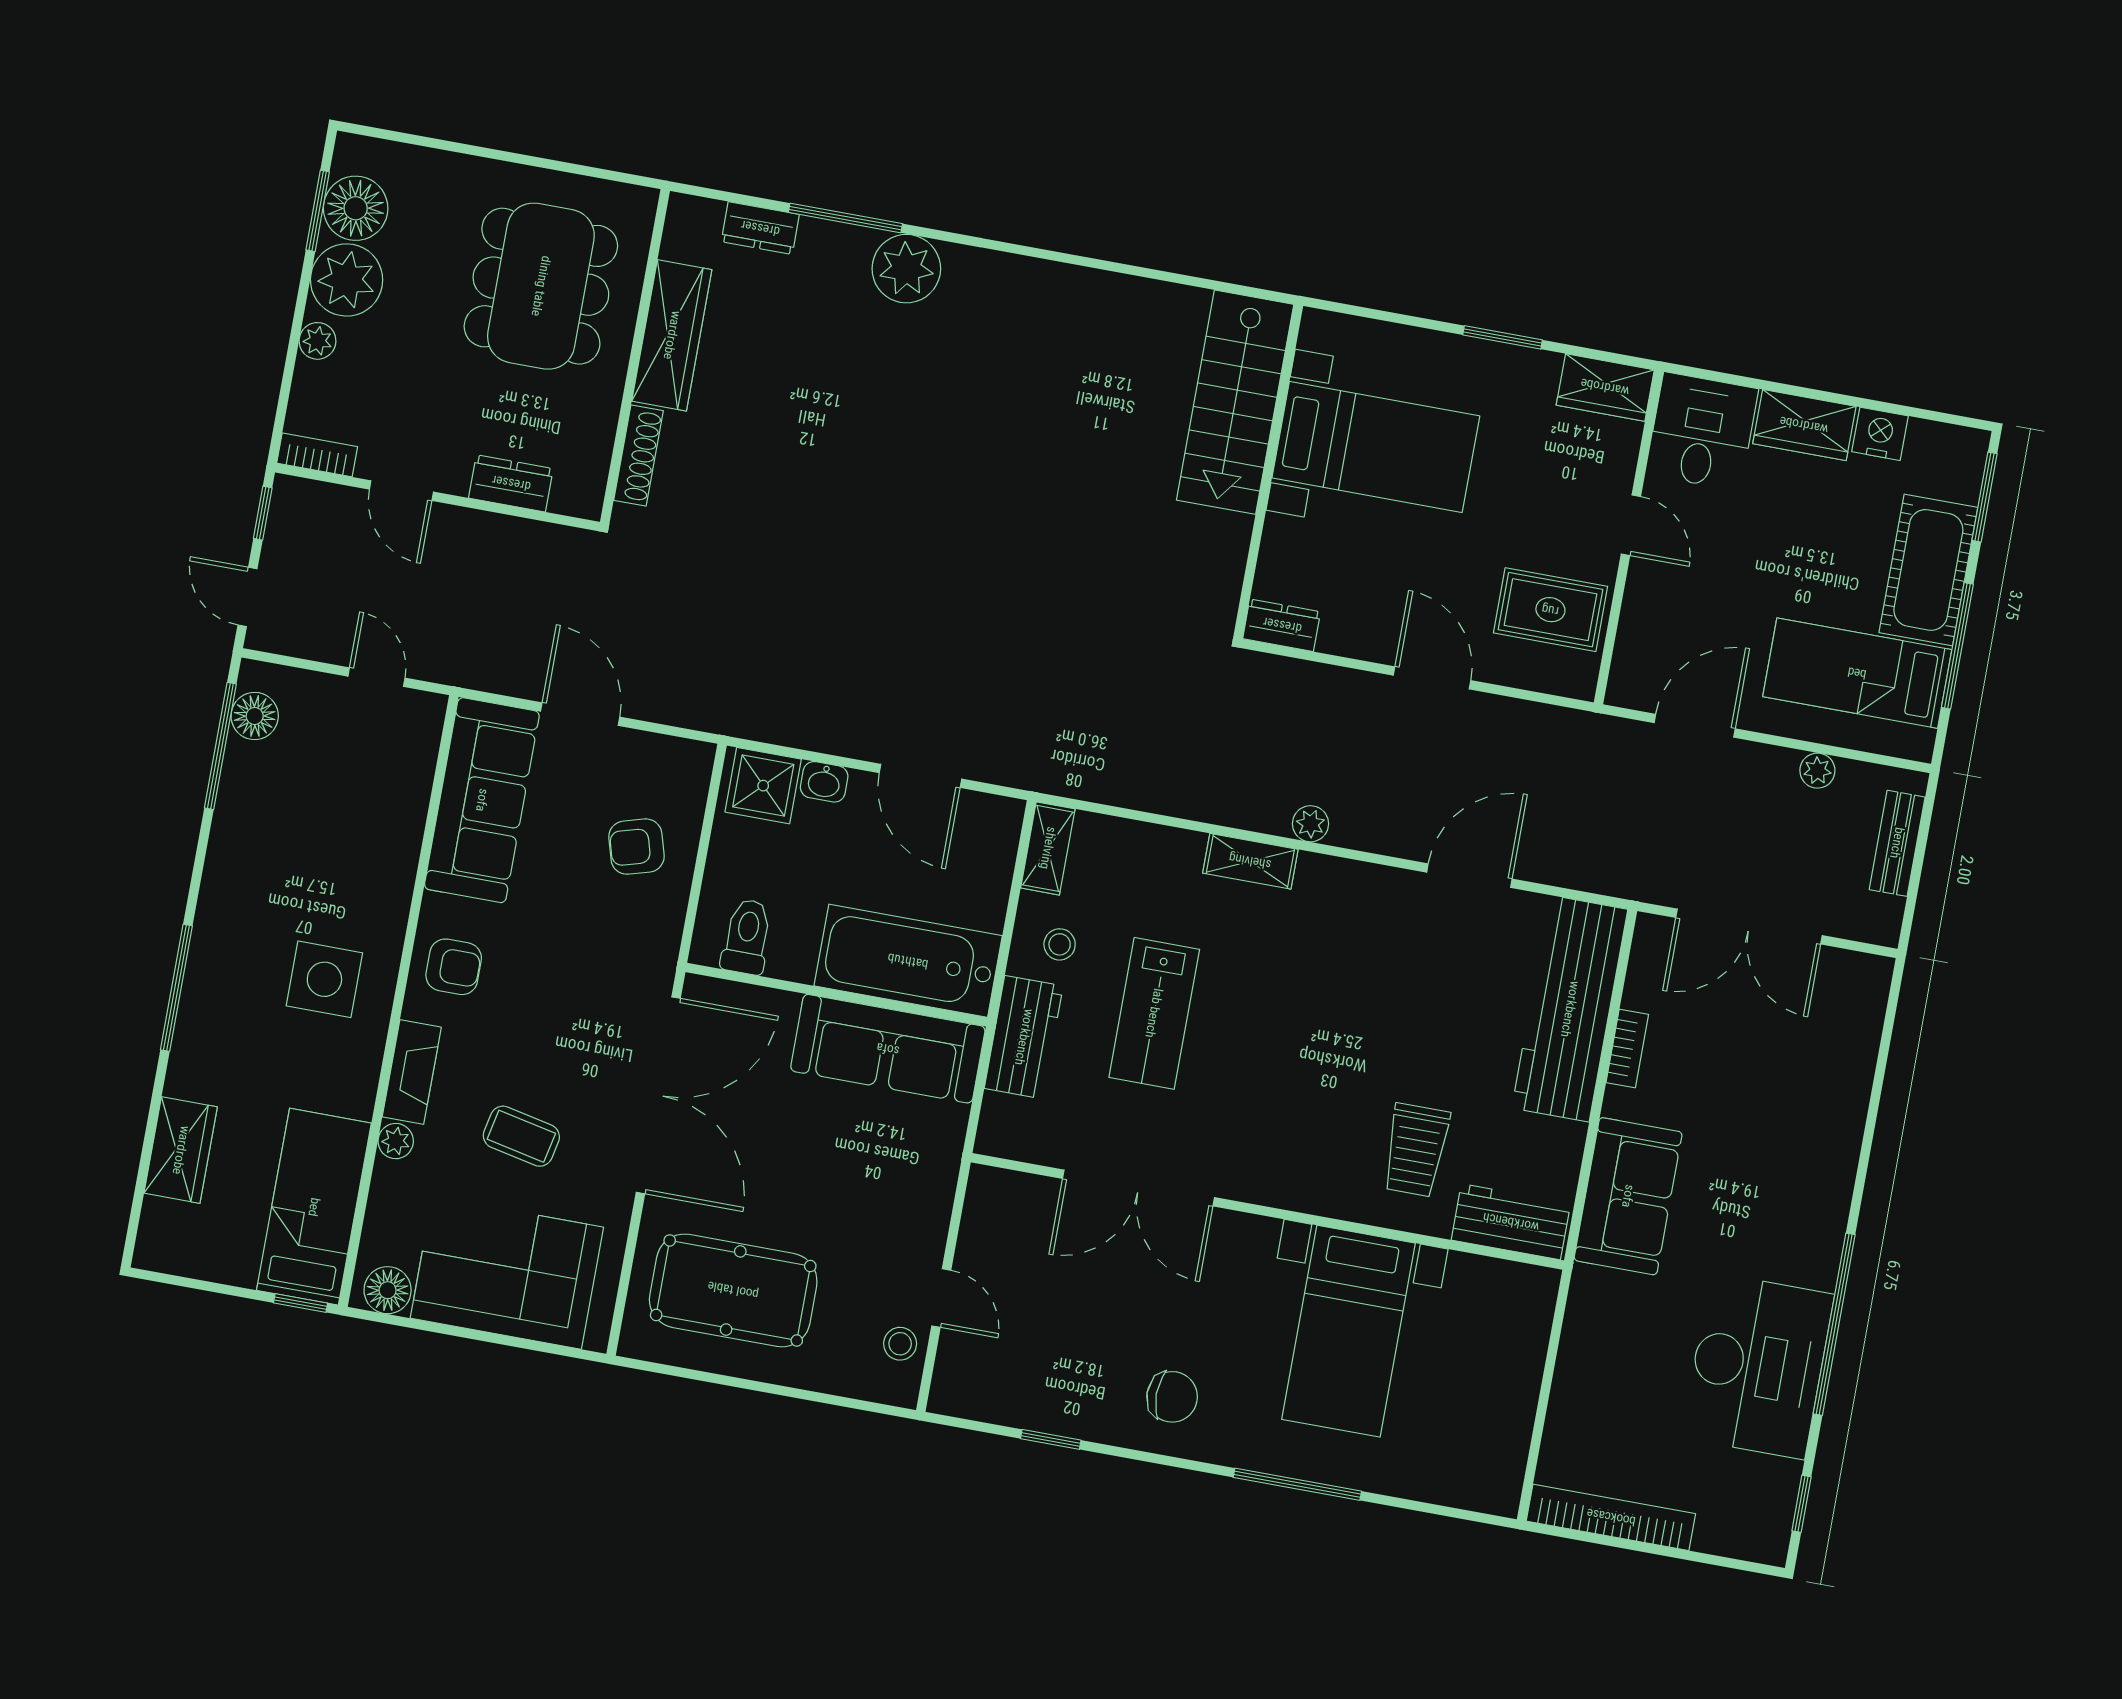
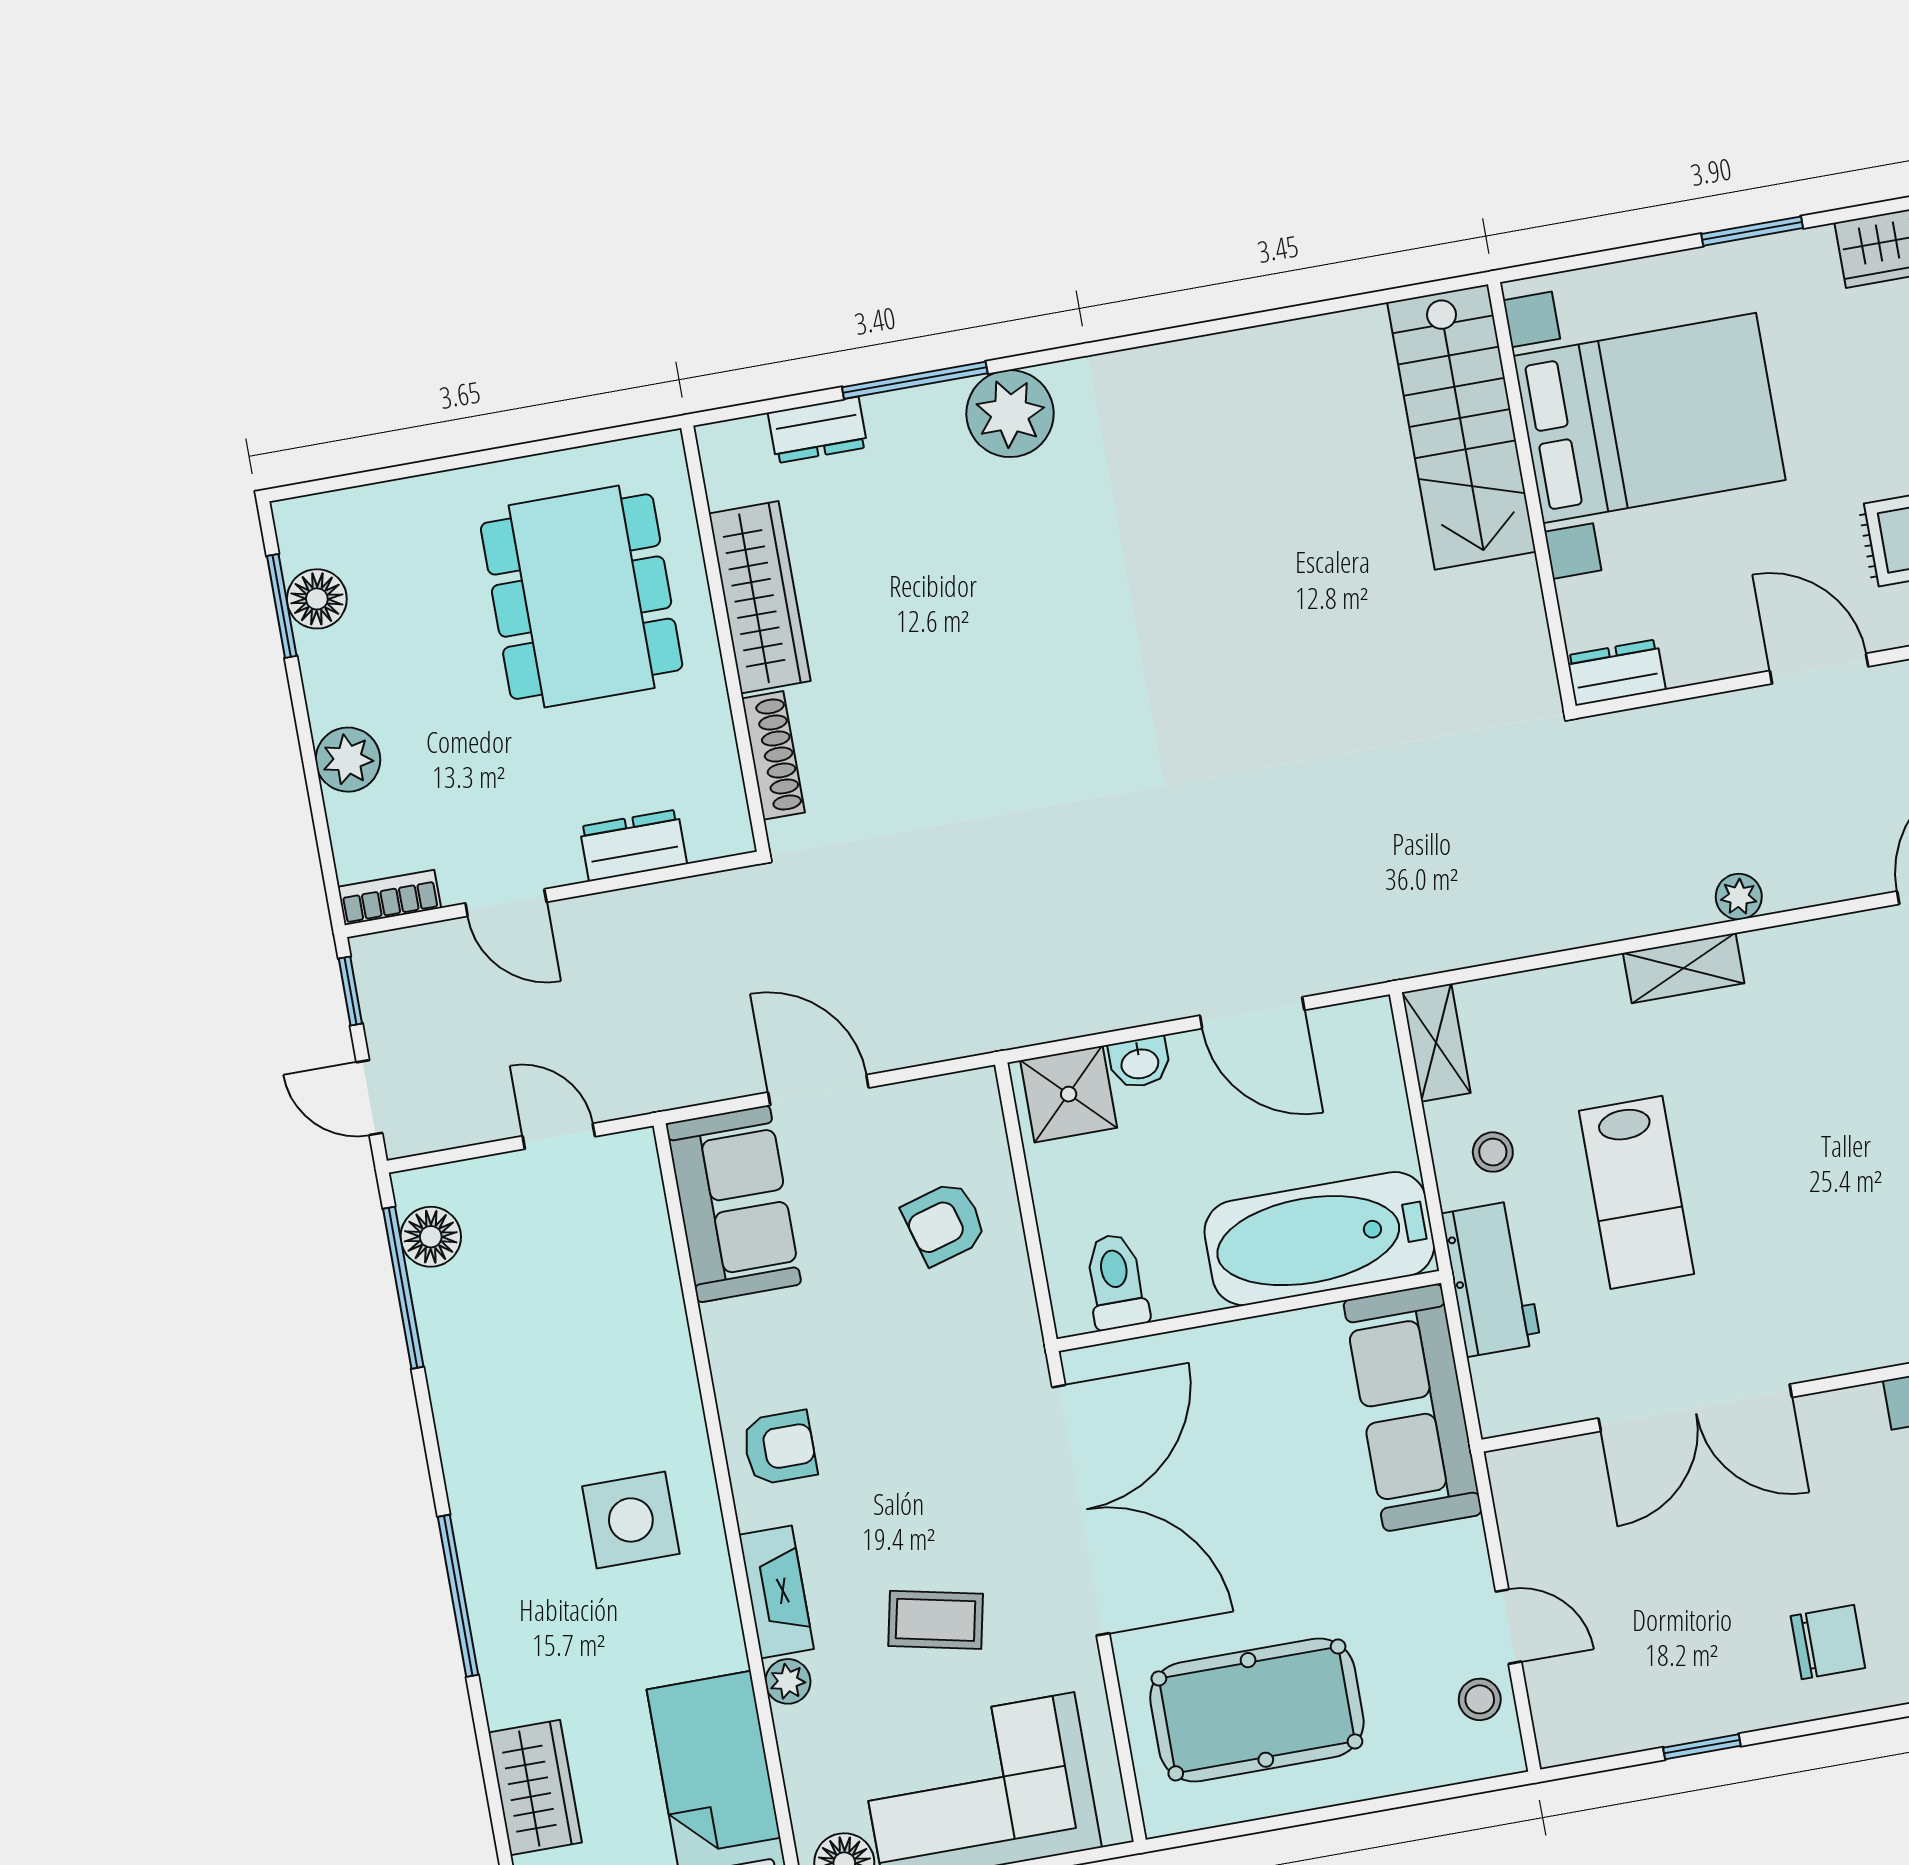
floor lamp: (356, 208) -> (317, 599), width x0.73, depth x0.73
plant: (347, 280) -> (347, 675), removed
plant: (317, 341) -> (348, 760), width x1.38, depth x1.38
bed with nightstands: (1376, 447) -> (1649, 418), width x1.36
sofa: (482, 800) -> (734, 1204), width x0.73
sofa: (888, 1049) -> (1413, 1407), moved, turned 90

